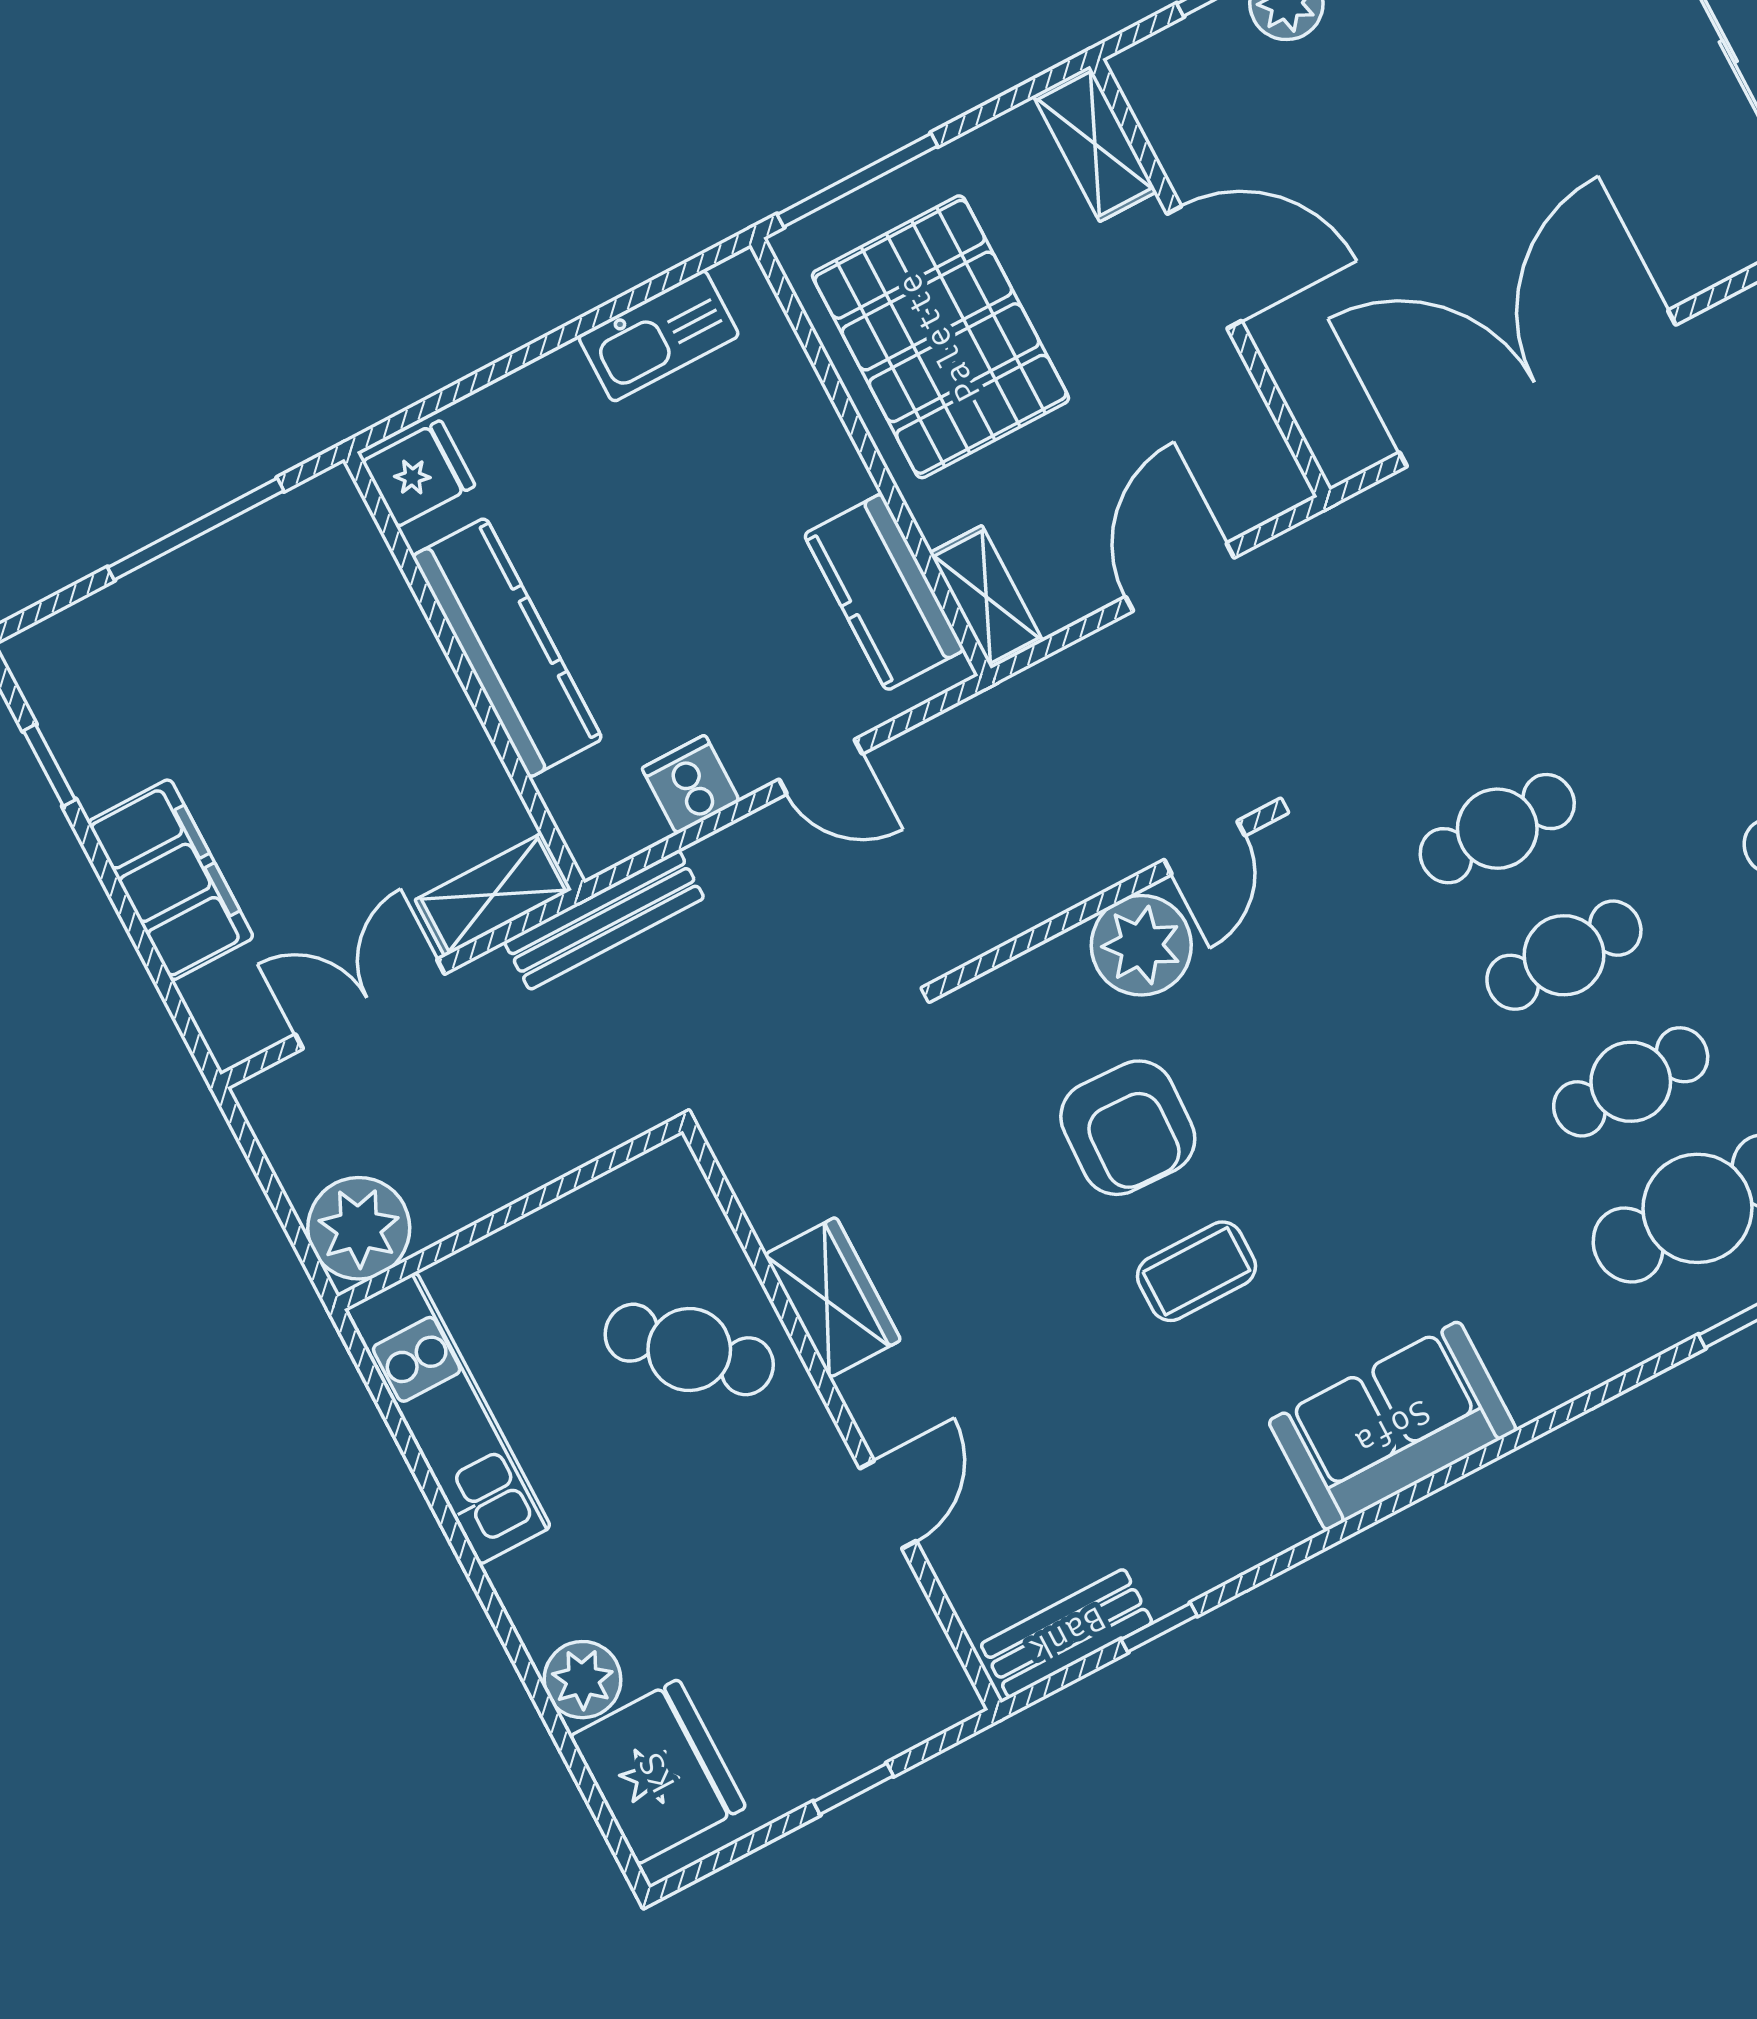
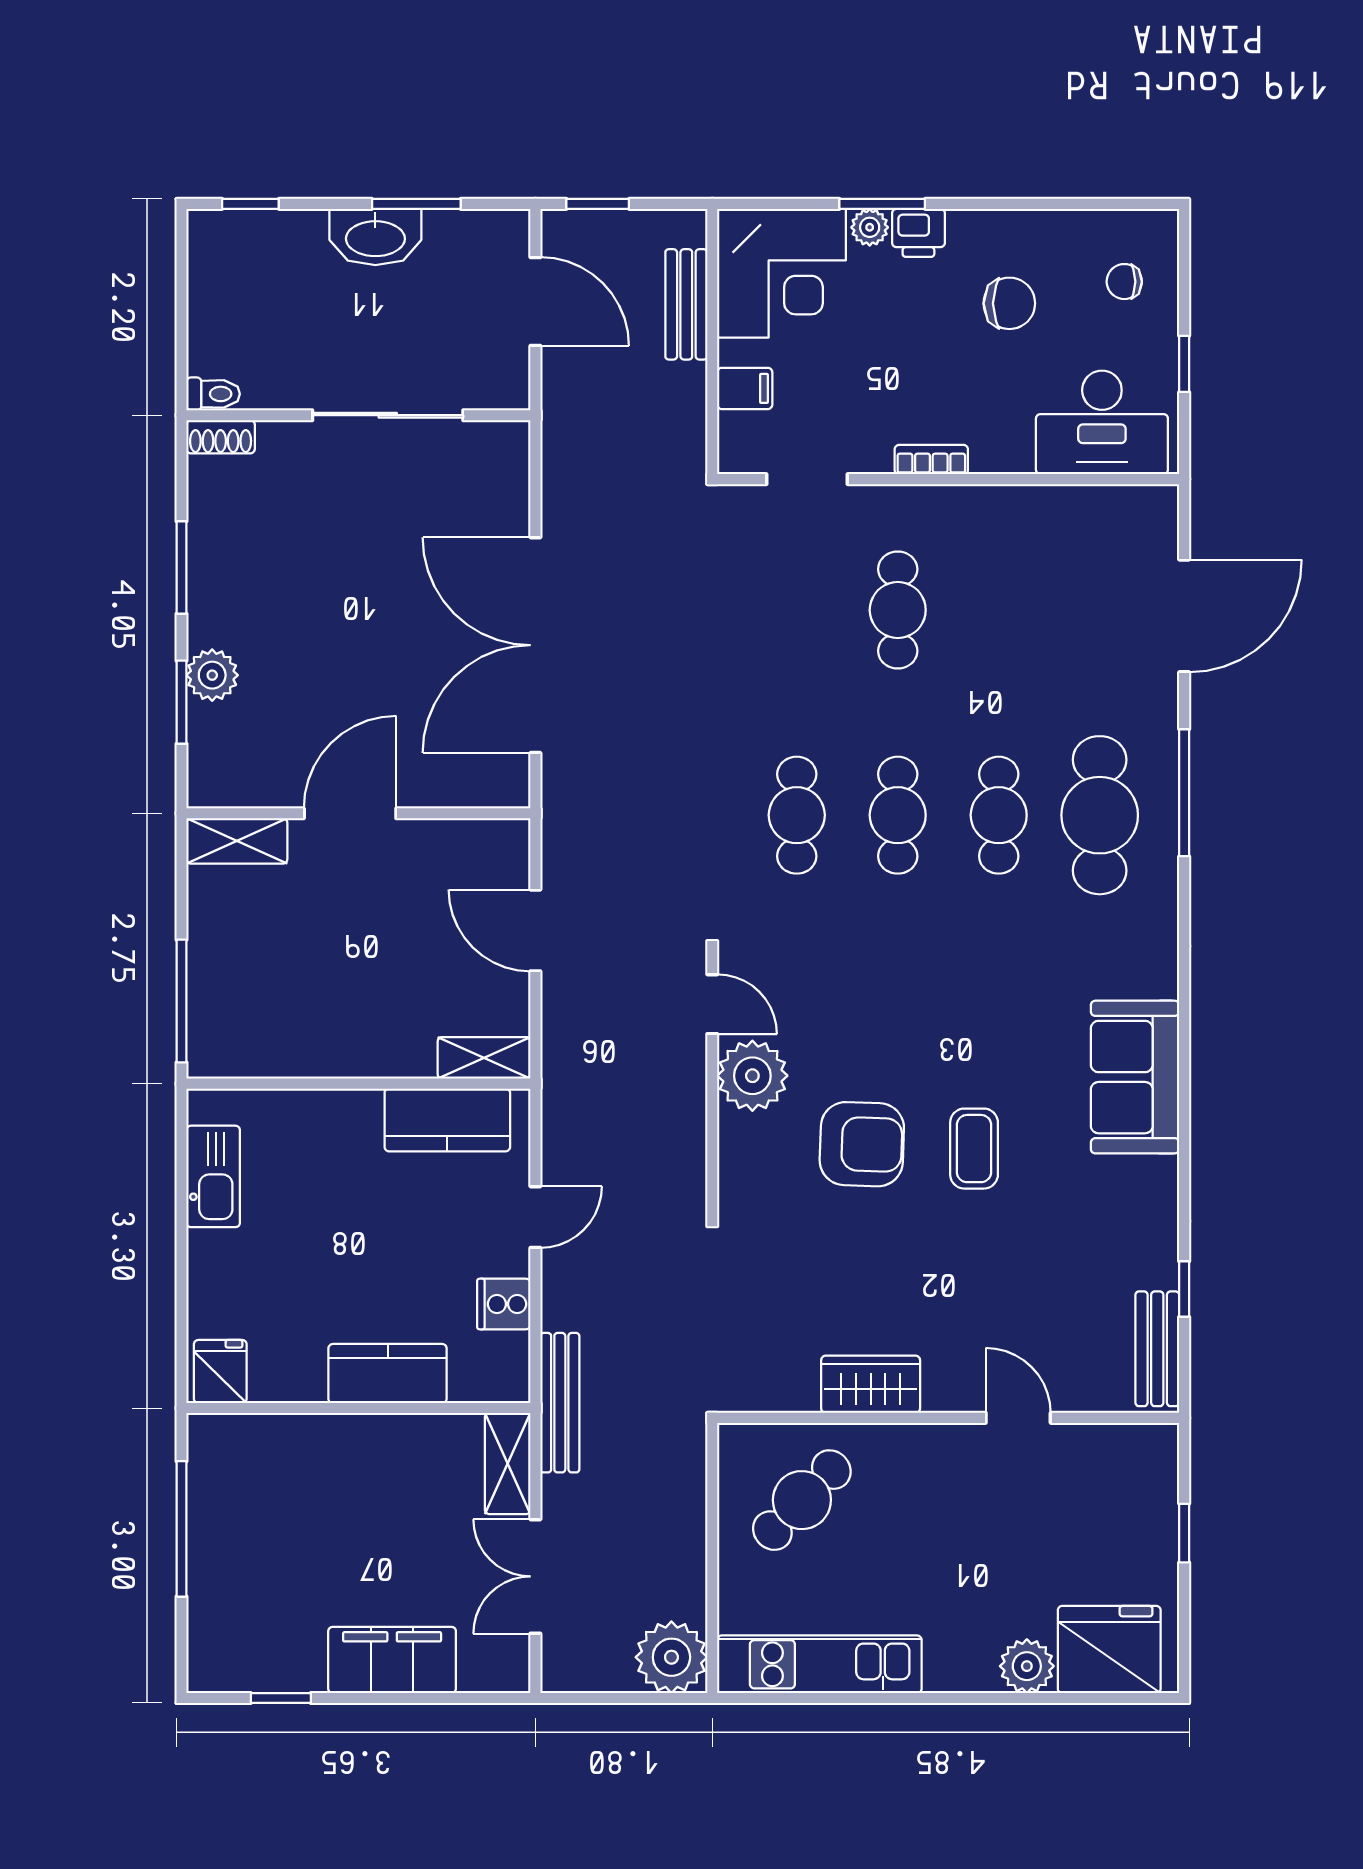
pallet: (940, 337) -> (307, 1001), removed
kitchen counter: (507, 648) -> (388, 1374), width x0.67
cafe table: (689, 1349) -> (802, 1500), moved

